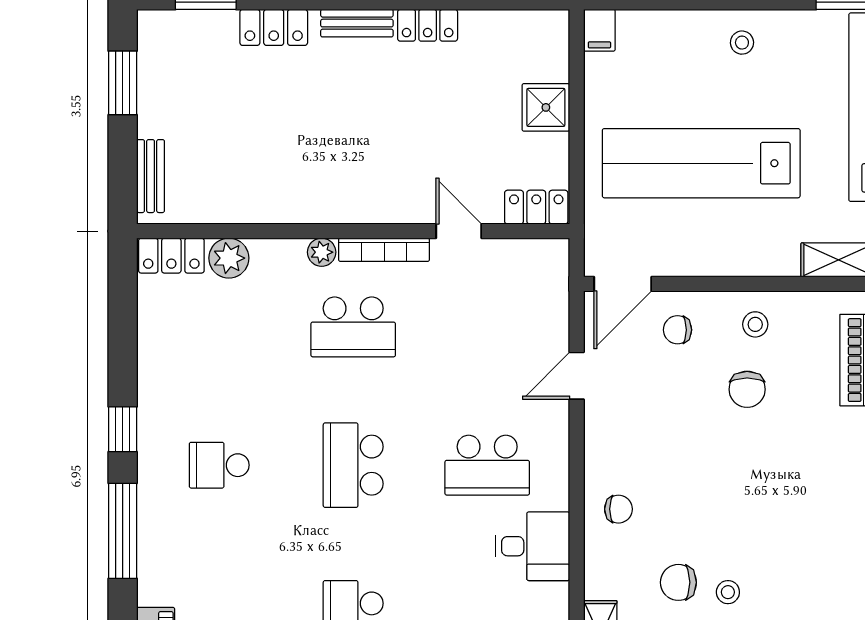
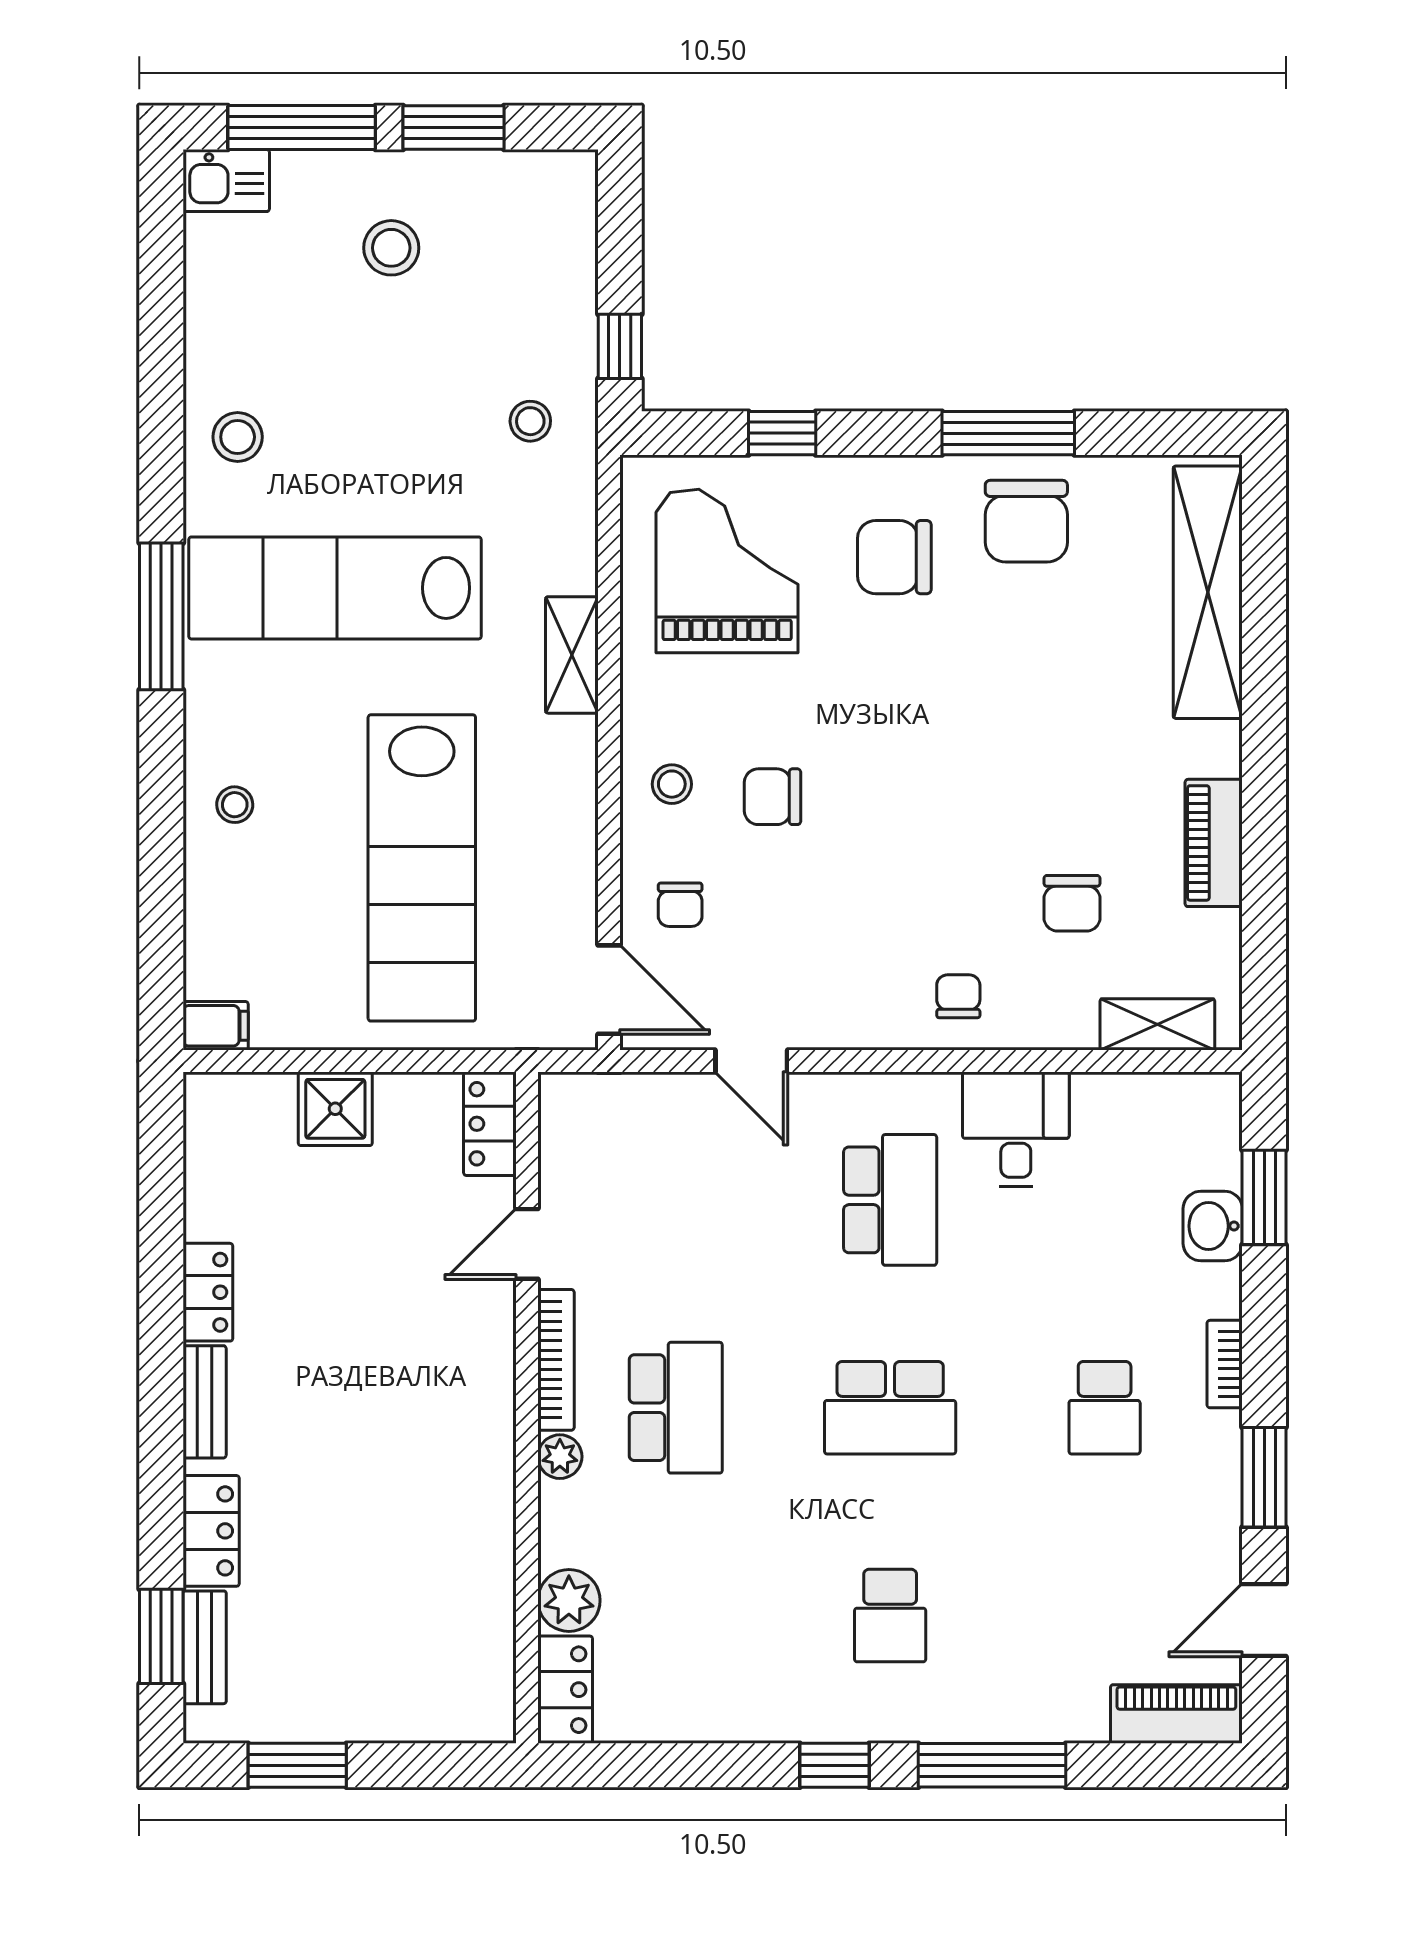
bench: (151, 176) -> (205, 1647), moved, turned 90
chair: (747, 389) -> (773, 797), turned 180
stool: (728, 592) -> (1087, 826), removed

